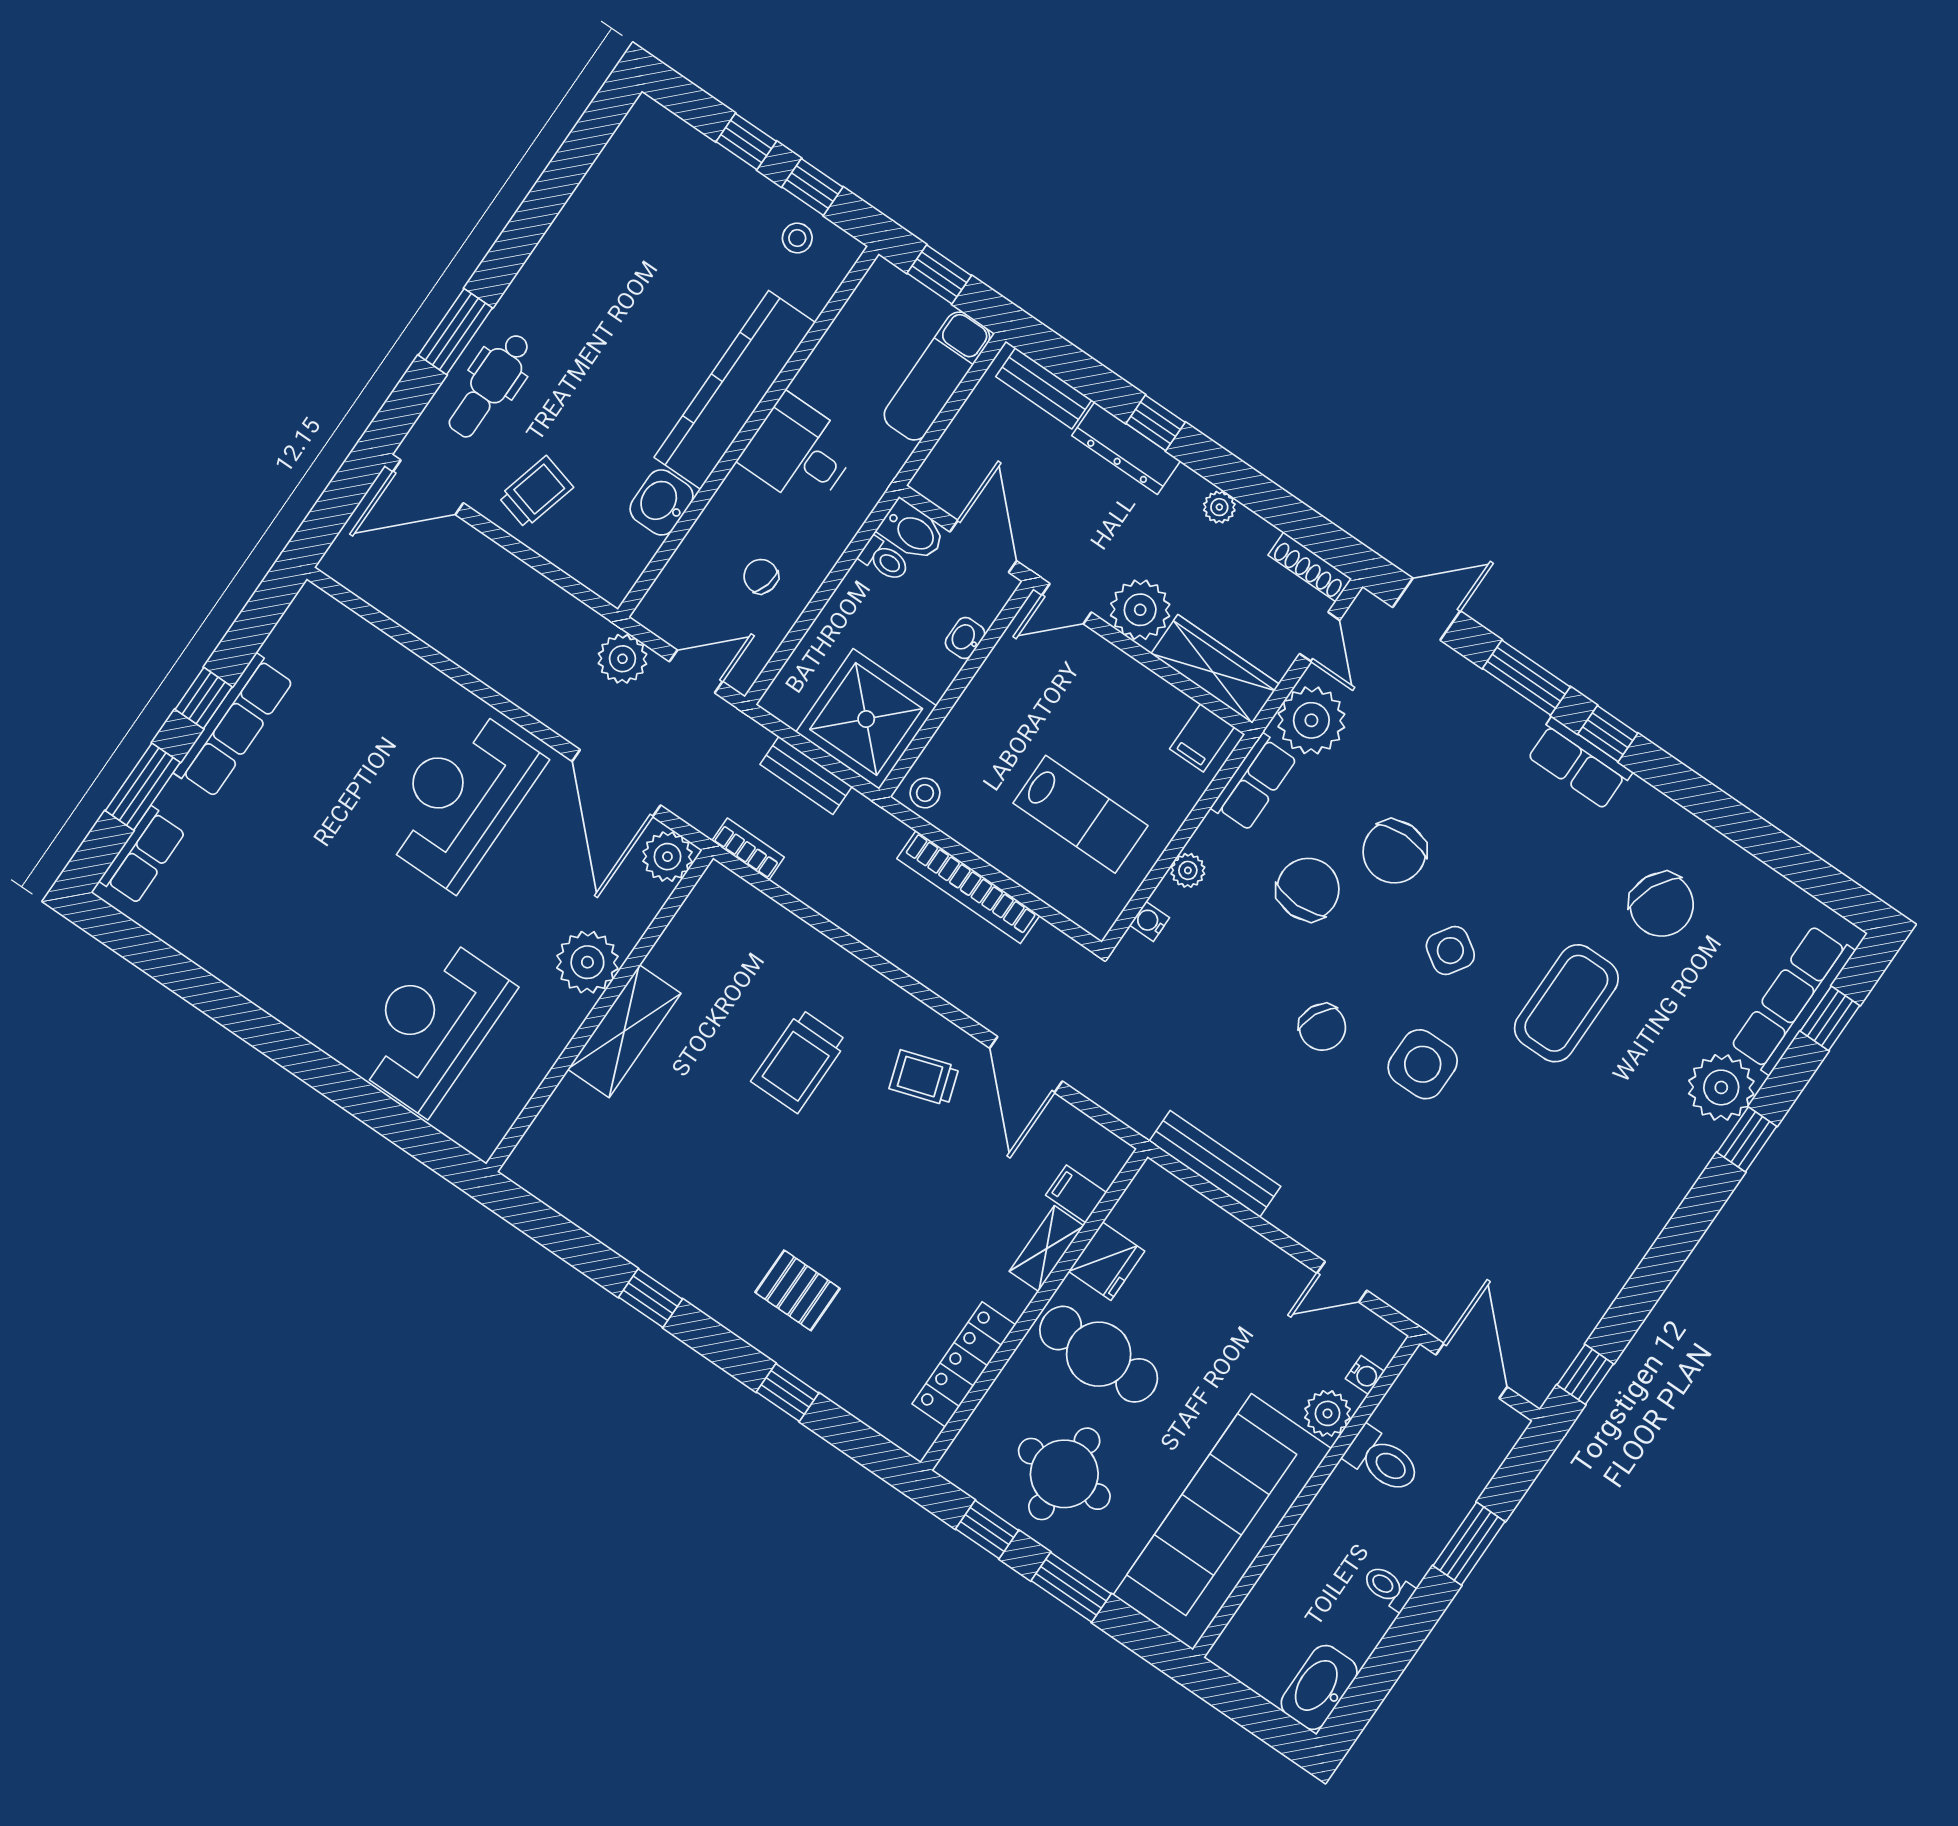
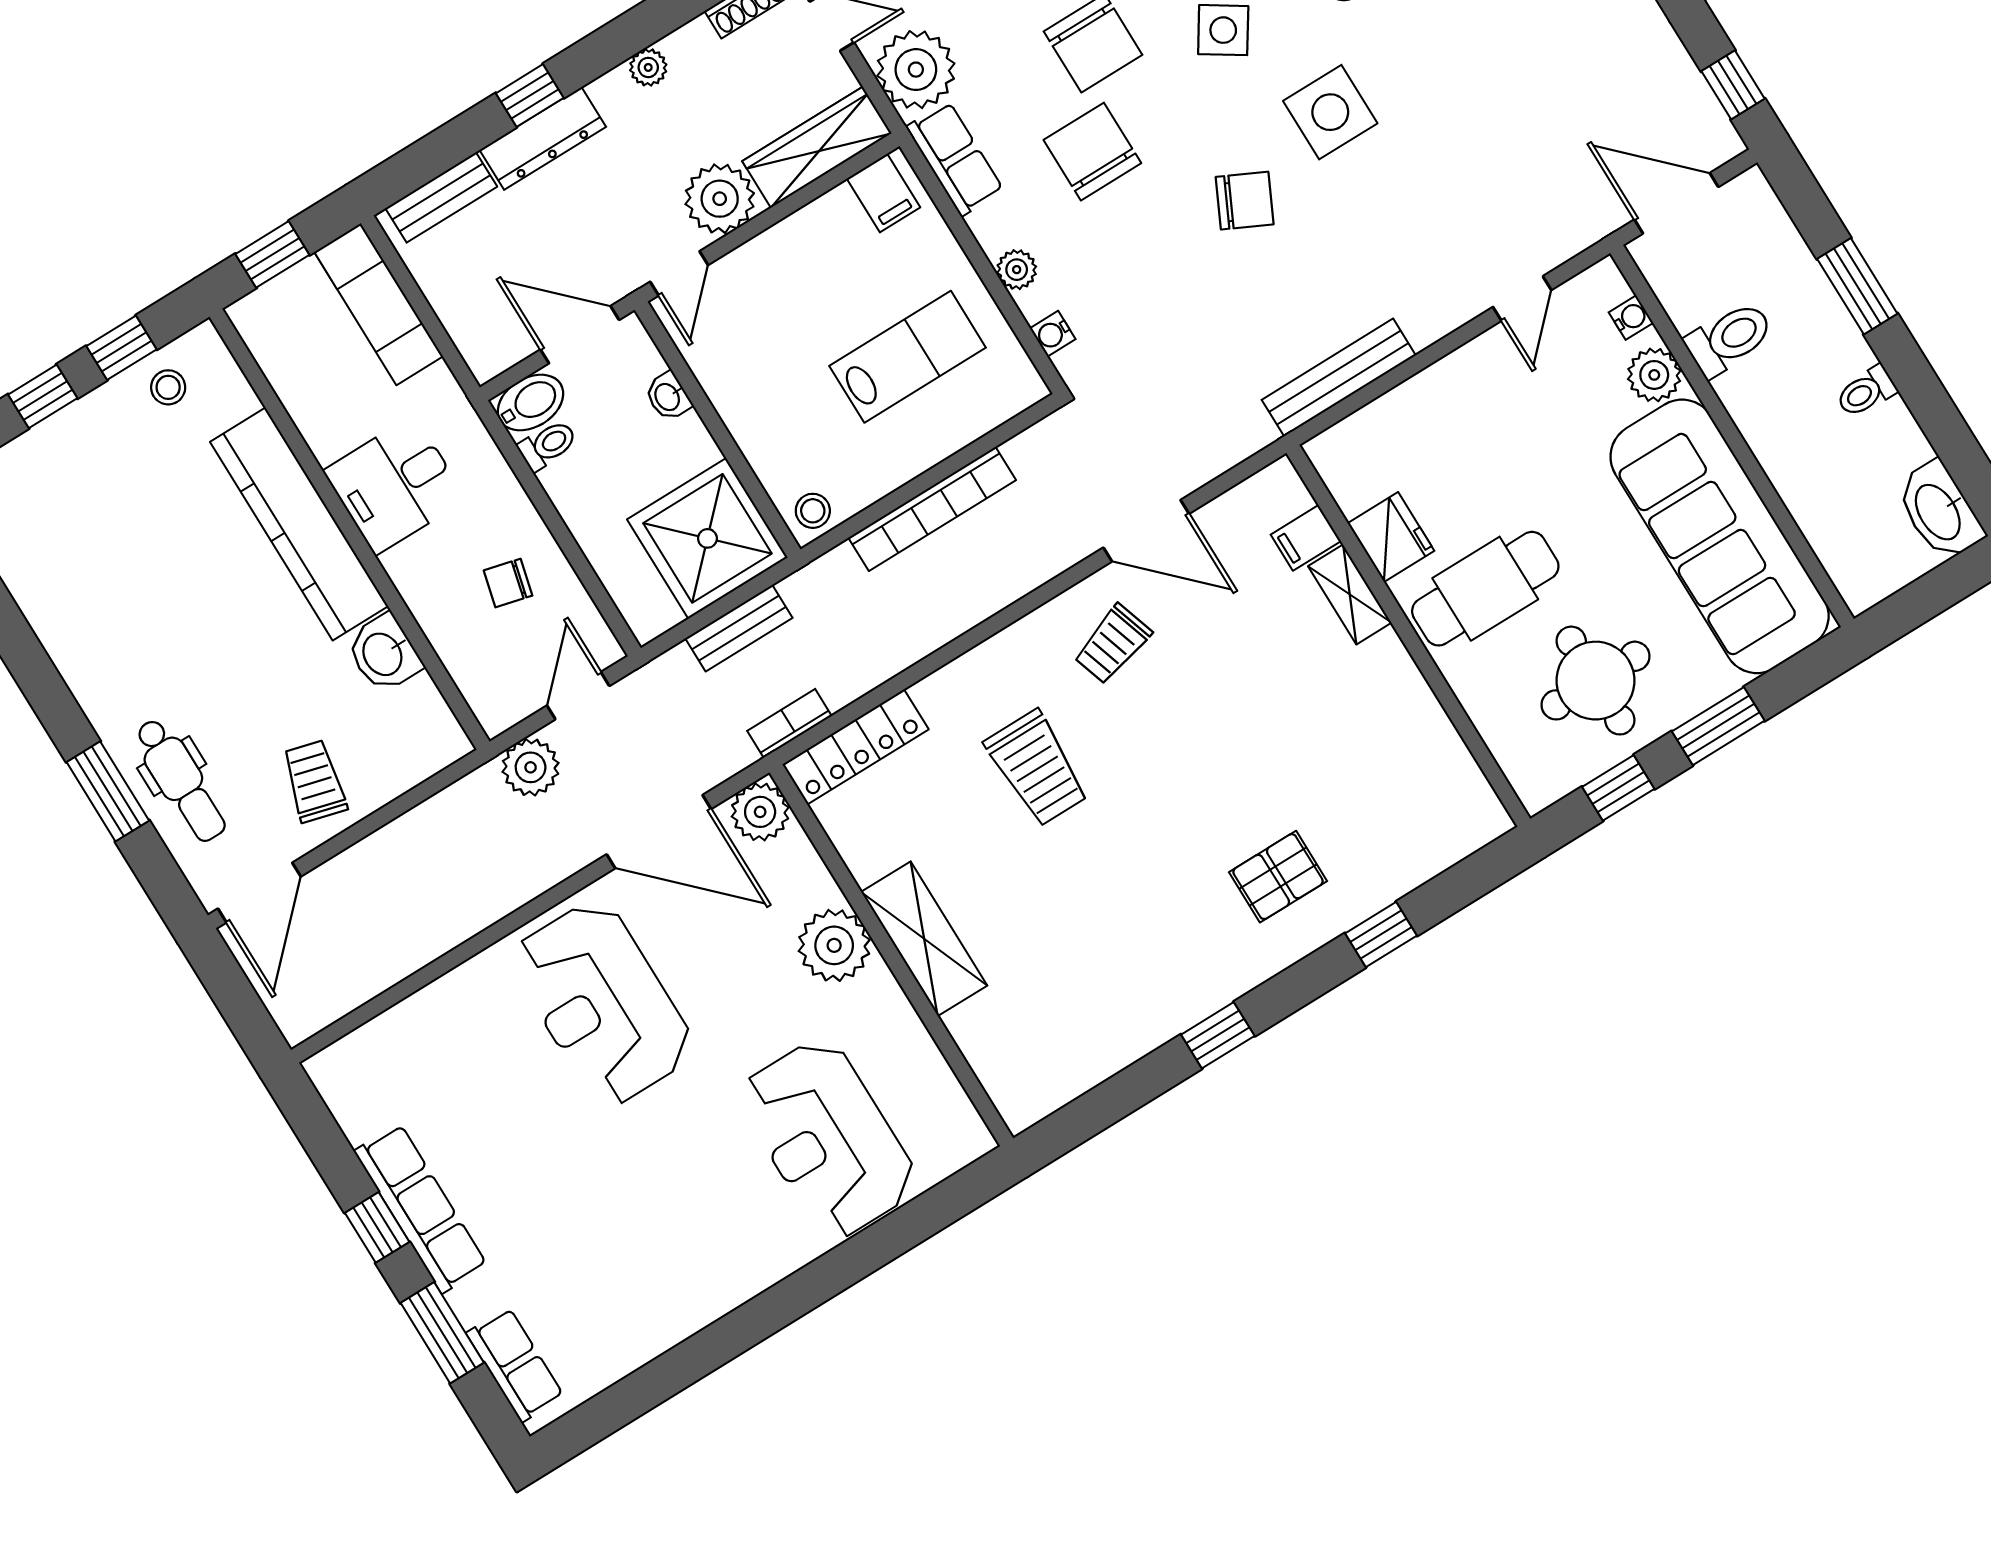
locker: (964, 1364) -> (855, 747), moved, turned -90

